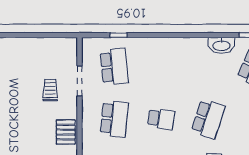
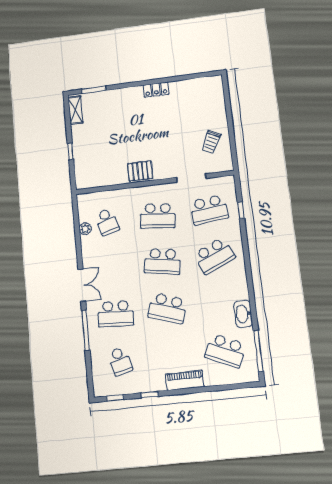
school desk: (161, 67) -> (214, 256), added
trolley: (50, 90) -> (211, 142), moved, turned 116
school desk: (161, 119) -> (162, 261), width x1.85

